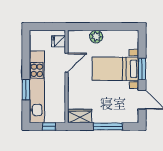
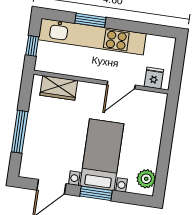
plant: (96, 37) -> (146, 179), moved
door: (67, 63) -> (121, 85), hinge flipped
wardrobe: (80, 116) -> (59, 88), moved, turned 90

